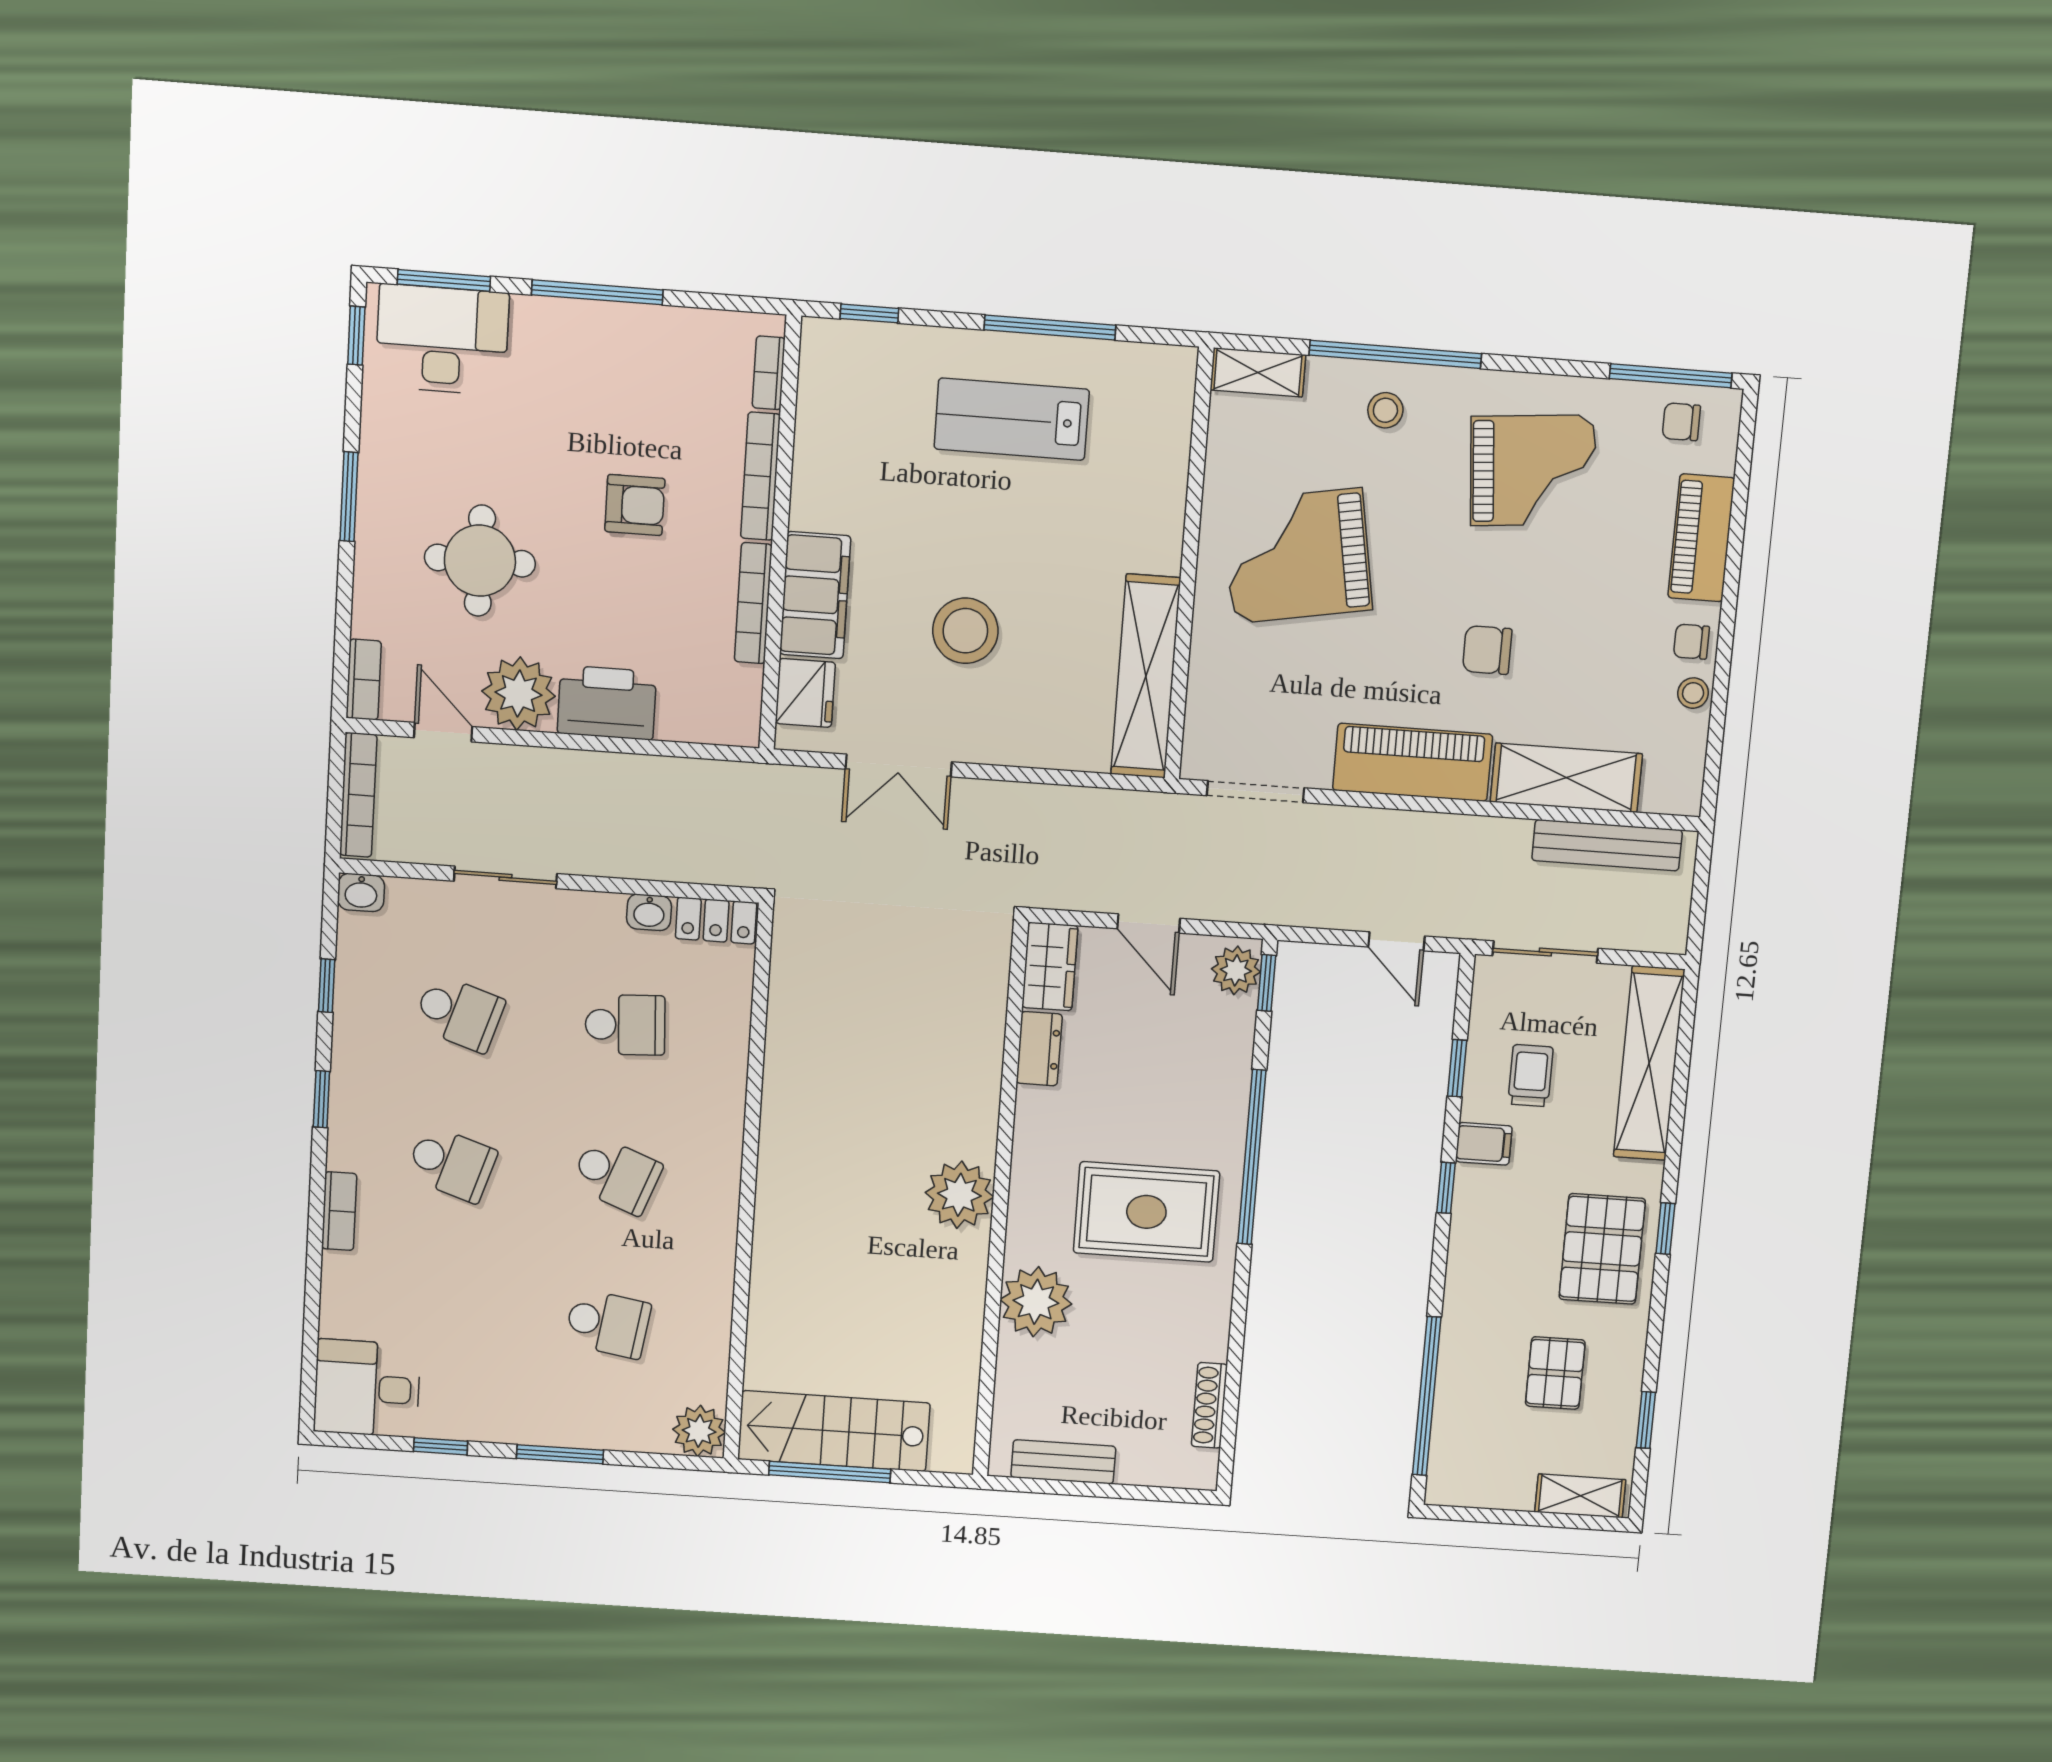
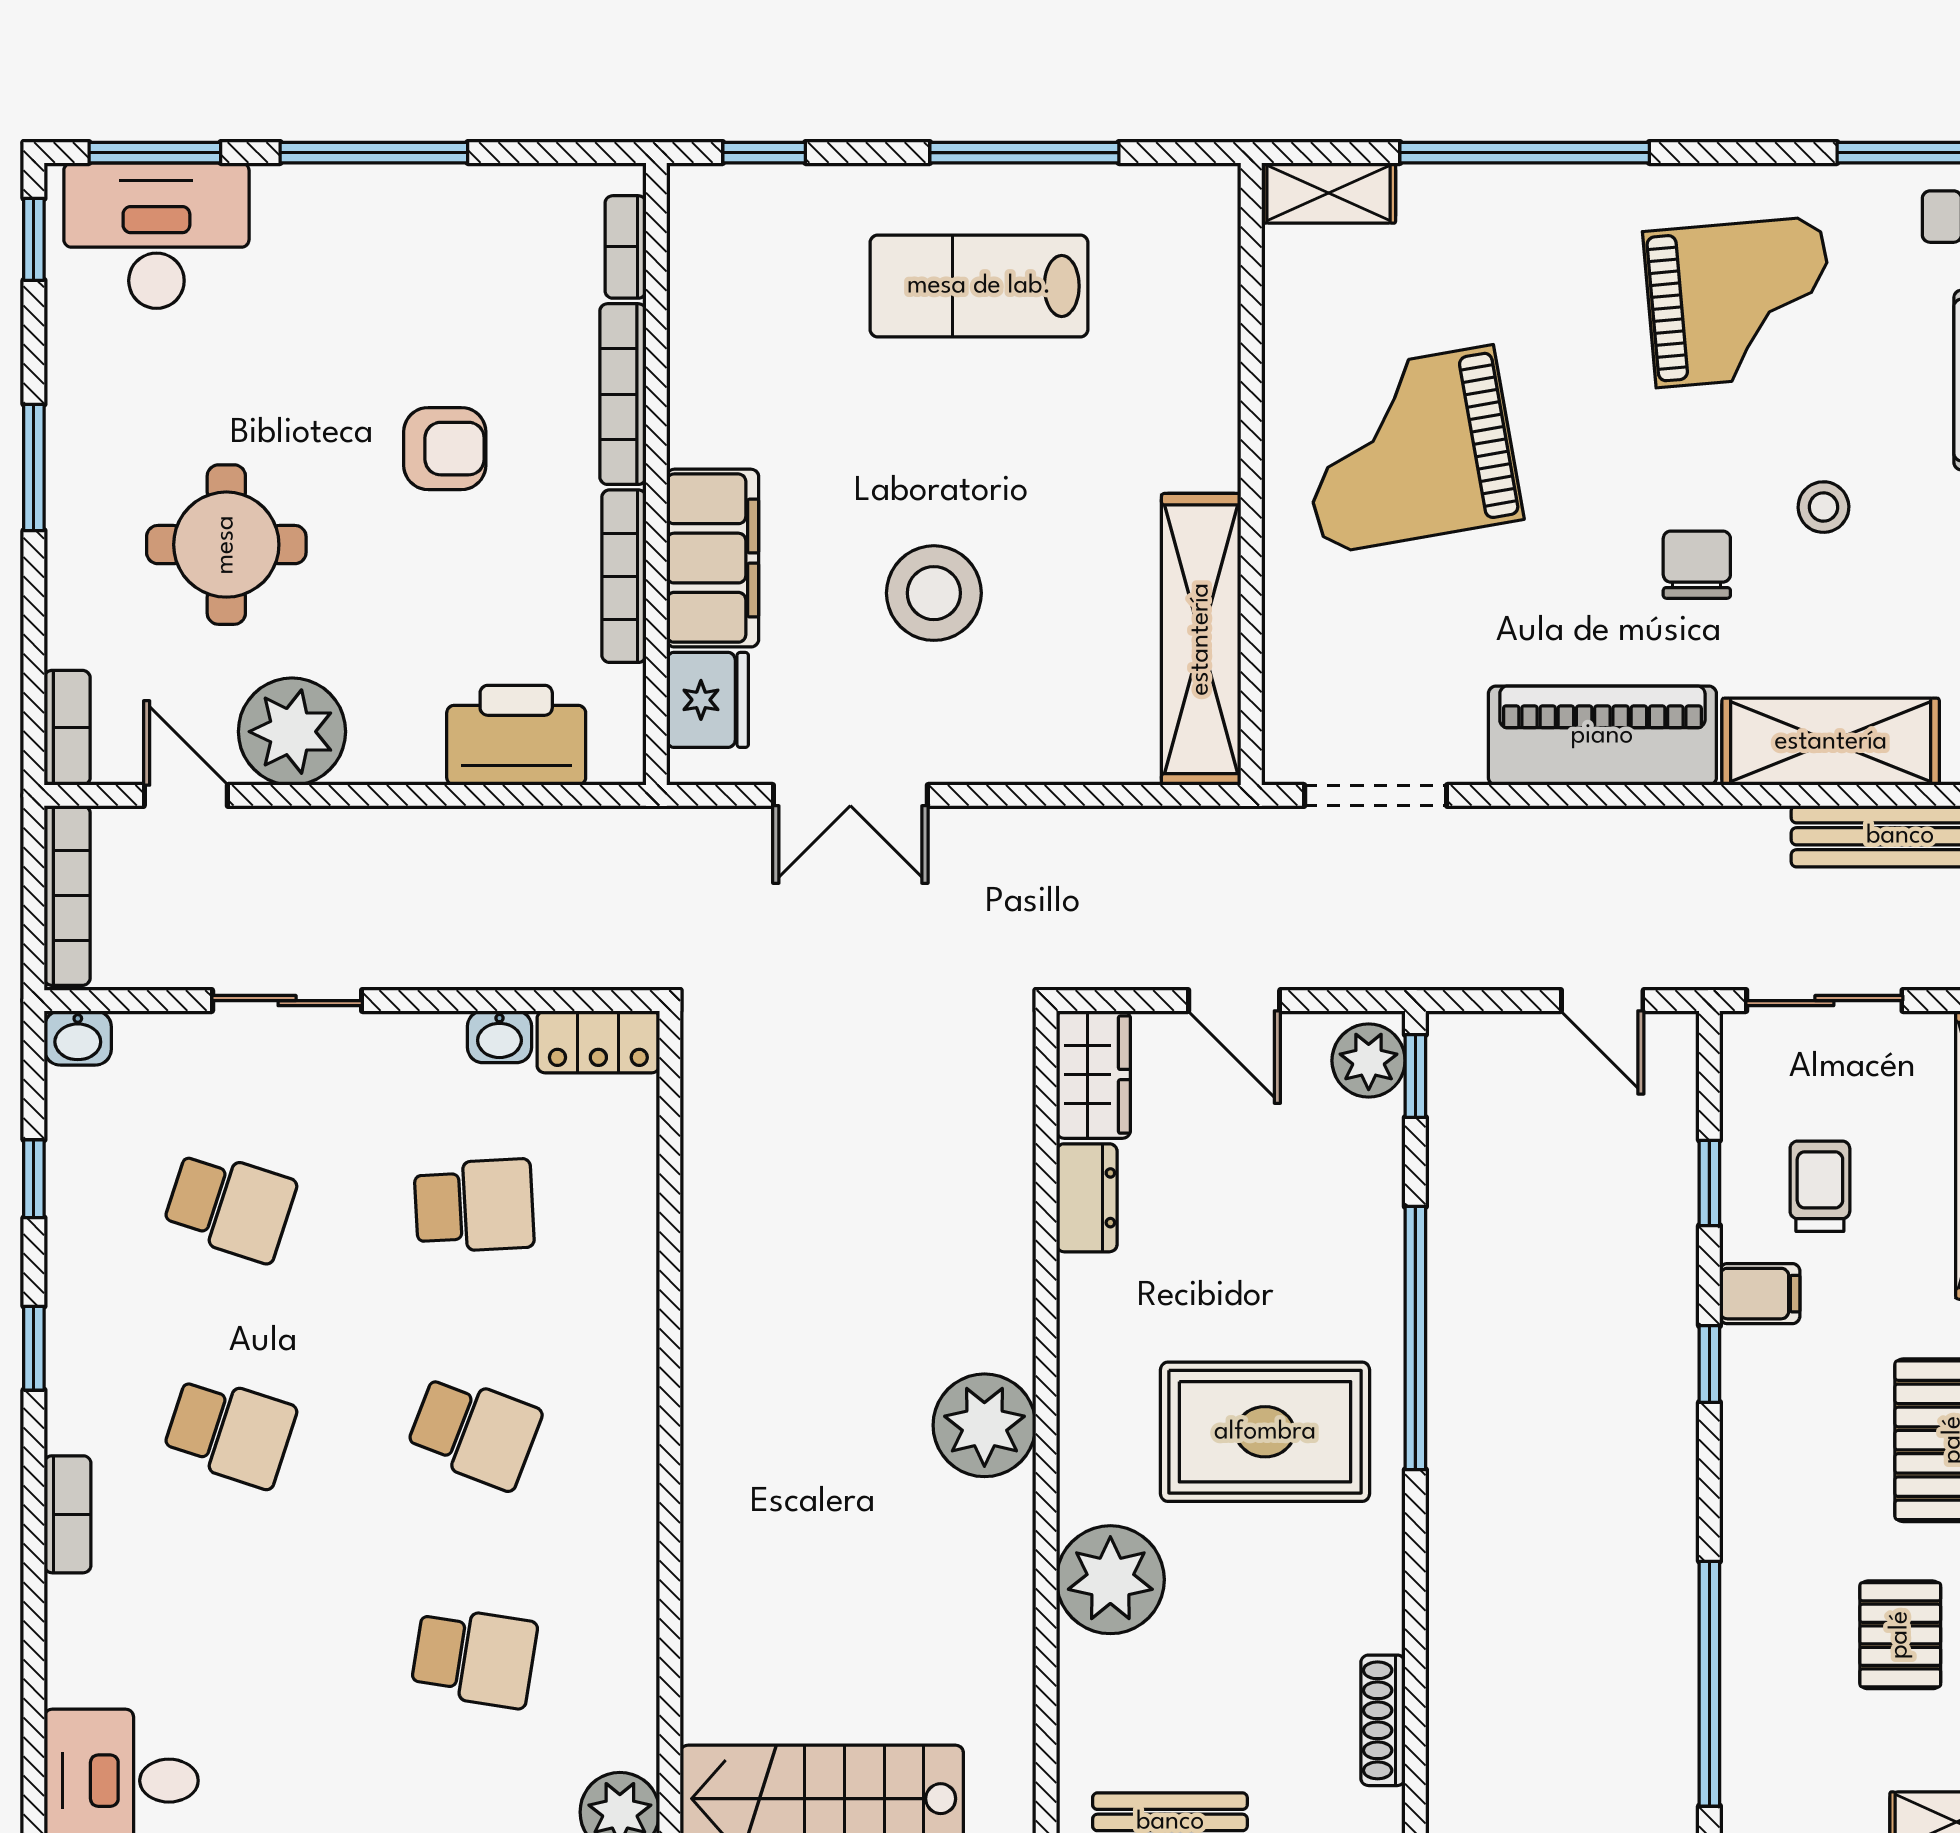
stool: (1385, 410) -> (1823, 507), moved
chair: (1487, 650) -> (1697, 565), turned 90
printer: (607, 703) -> (516, 735), moved

